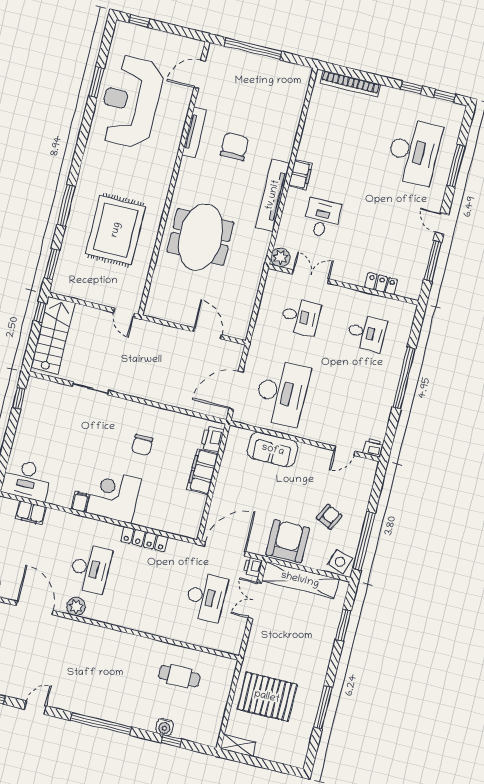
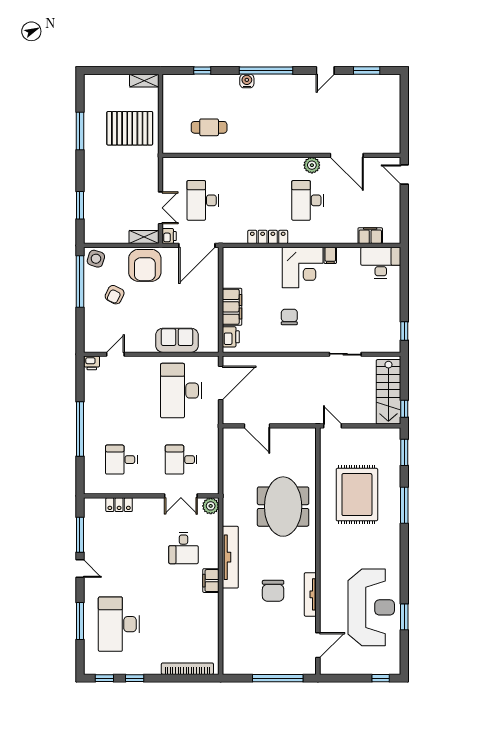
shelving: (300, 580) -> (144, 237), width x0.45, depth x0.75
water cooler: (165, 727) -> (247, 81), moved

